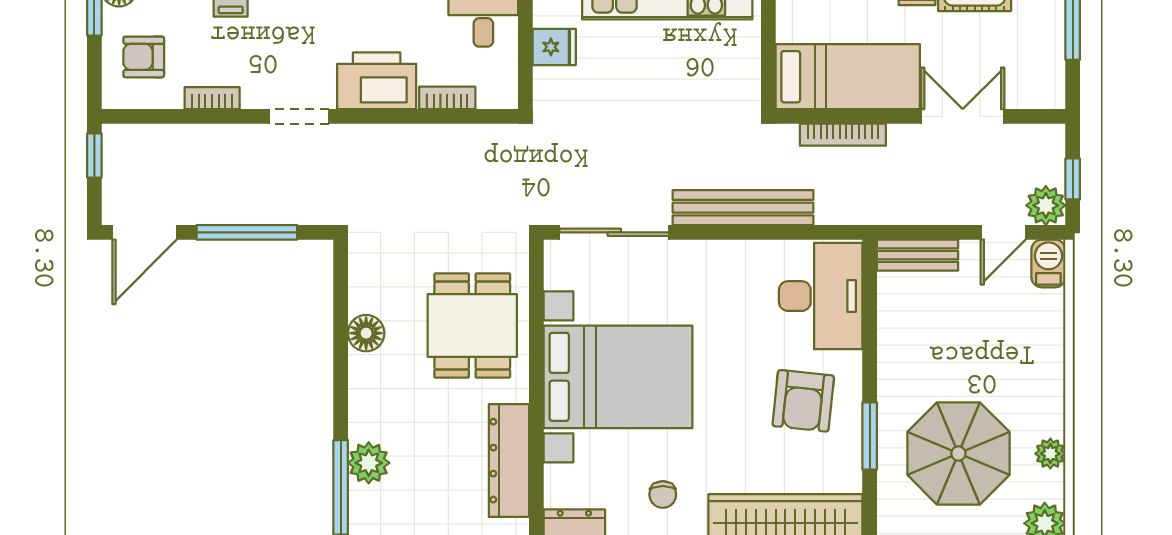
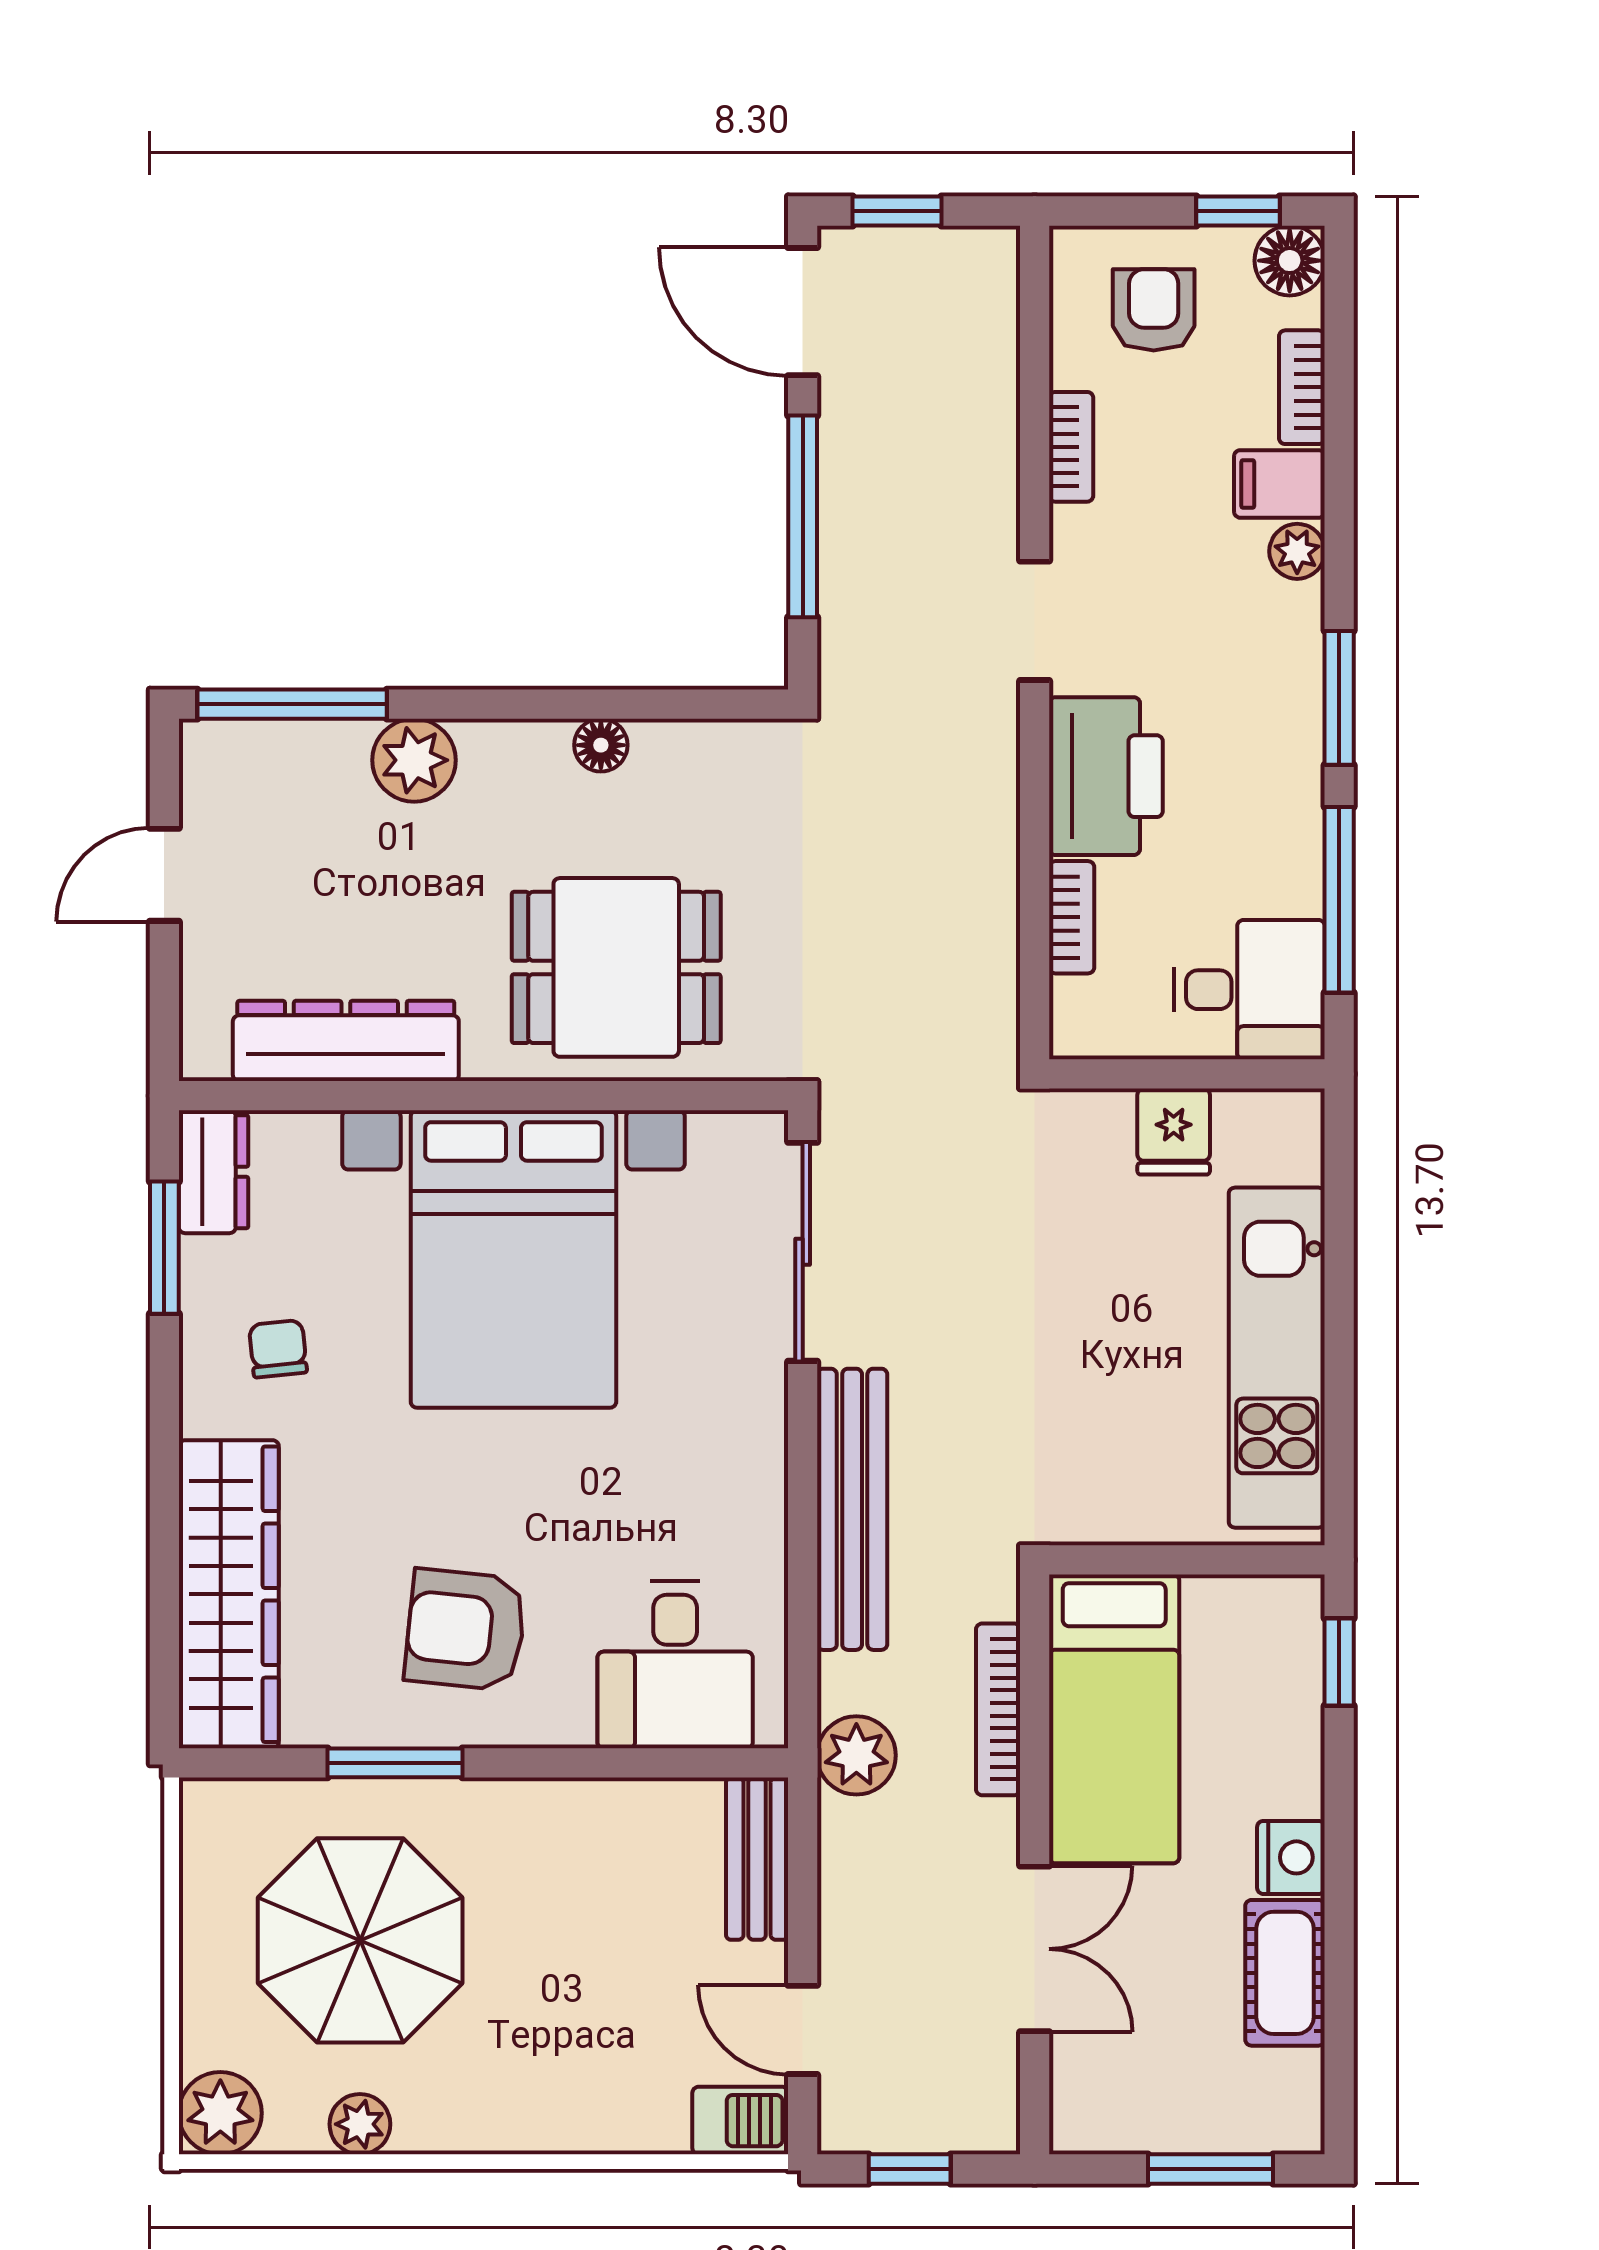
window: (94, 155) -> (897, 211), moved
plant: (1046, 205) -> (856, 1755), moved
desk: (821, 296) -> (675, 1665), width x0.73
floor lamp: (366, 333) -> (601, 745), width x0.73, depth x0.73
plant: (369, 463) -> (414, 760), moved
chair: (663, 495) -> (278, 1349), turned 84

